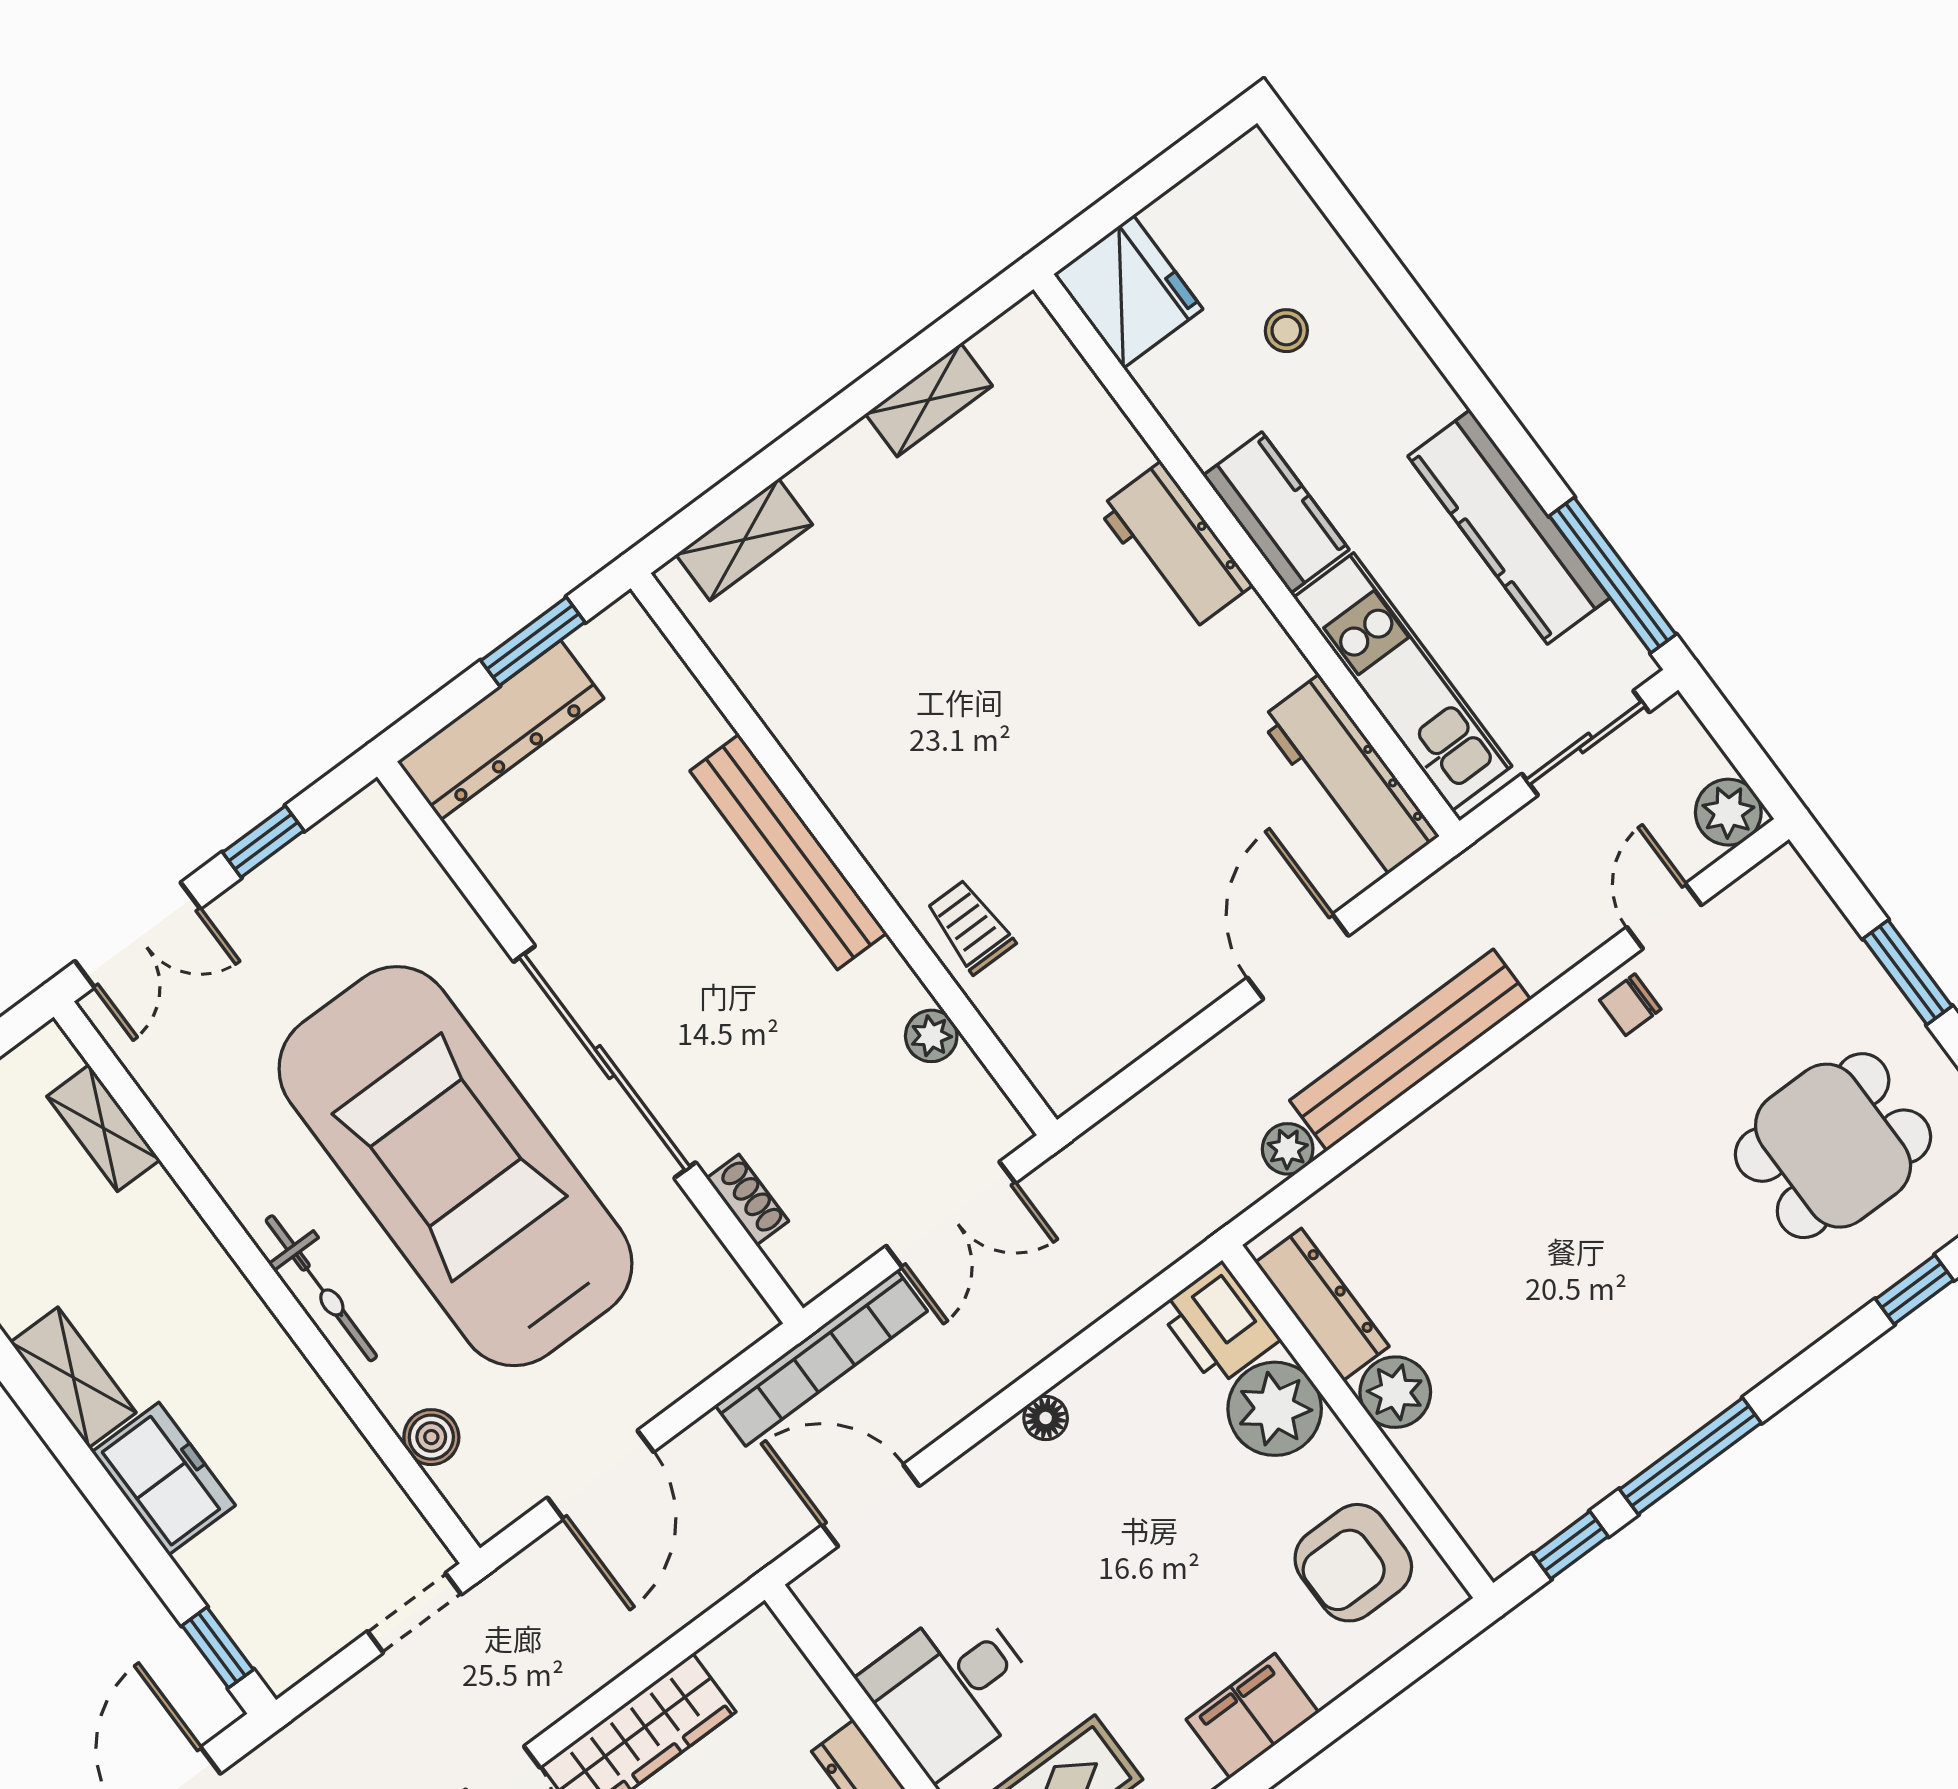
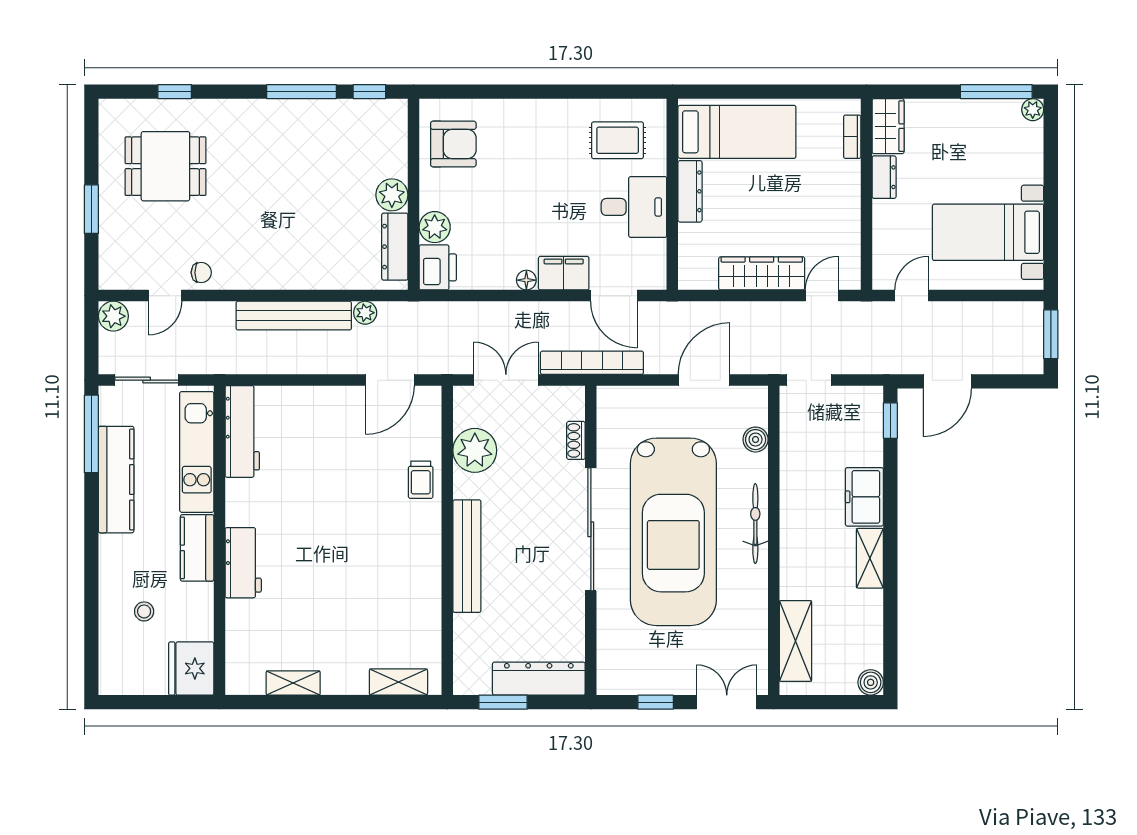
door: (1298, 957) -> (390, 380), moved
plant: (931, 1036) -> (475, 450), width x1.88, depth x1.88
shelving: (103, 1128) -> (795, 641), width x1.50, depth x1.33
plant: (1275, 1409) -> (435, 227), width x0.73, depth x0.73
filing cabinet: (1253, 1716) -> (564, 273), moved, turned 180

